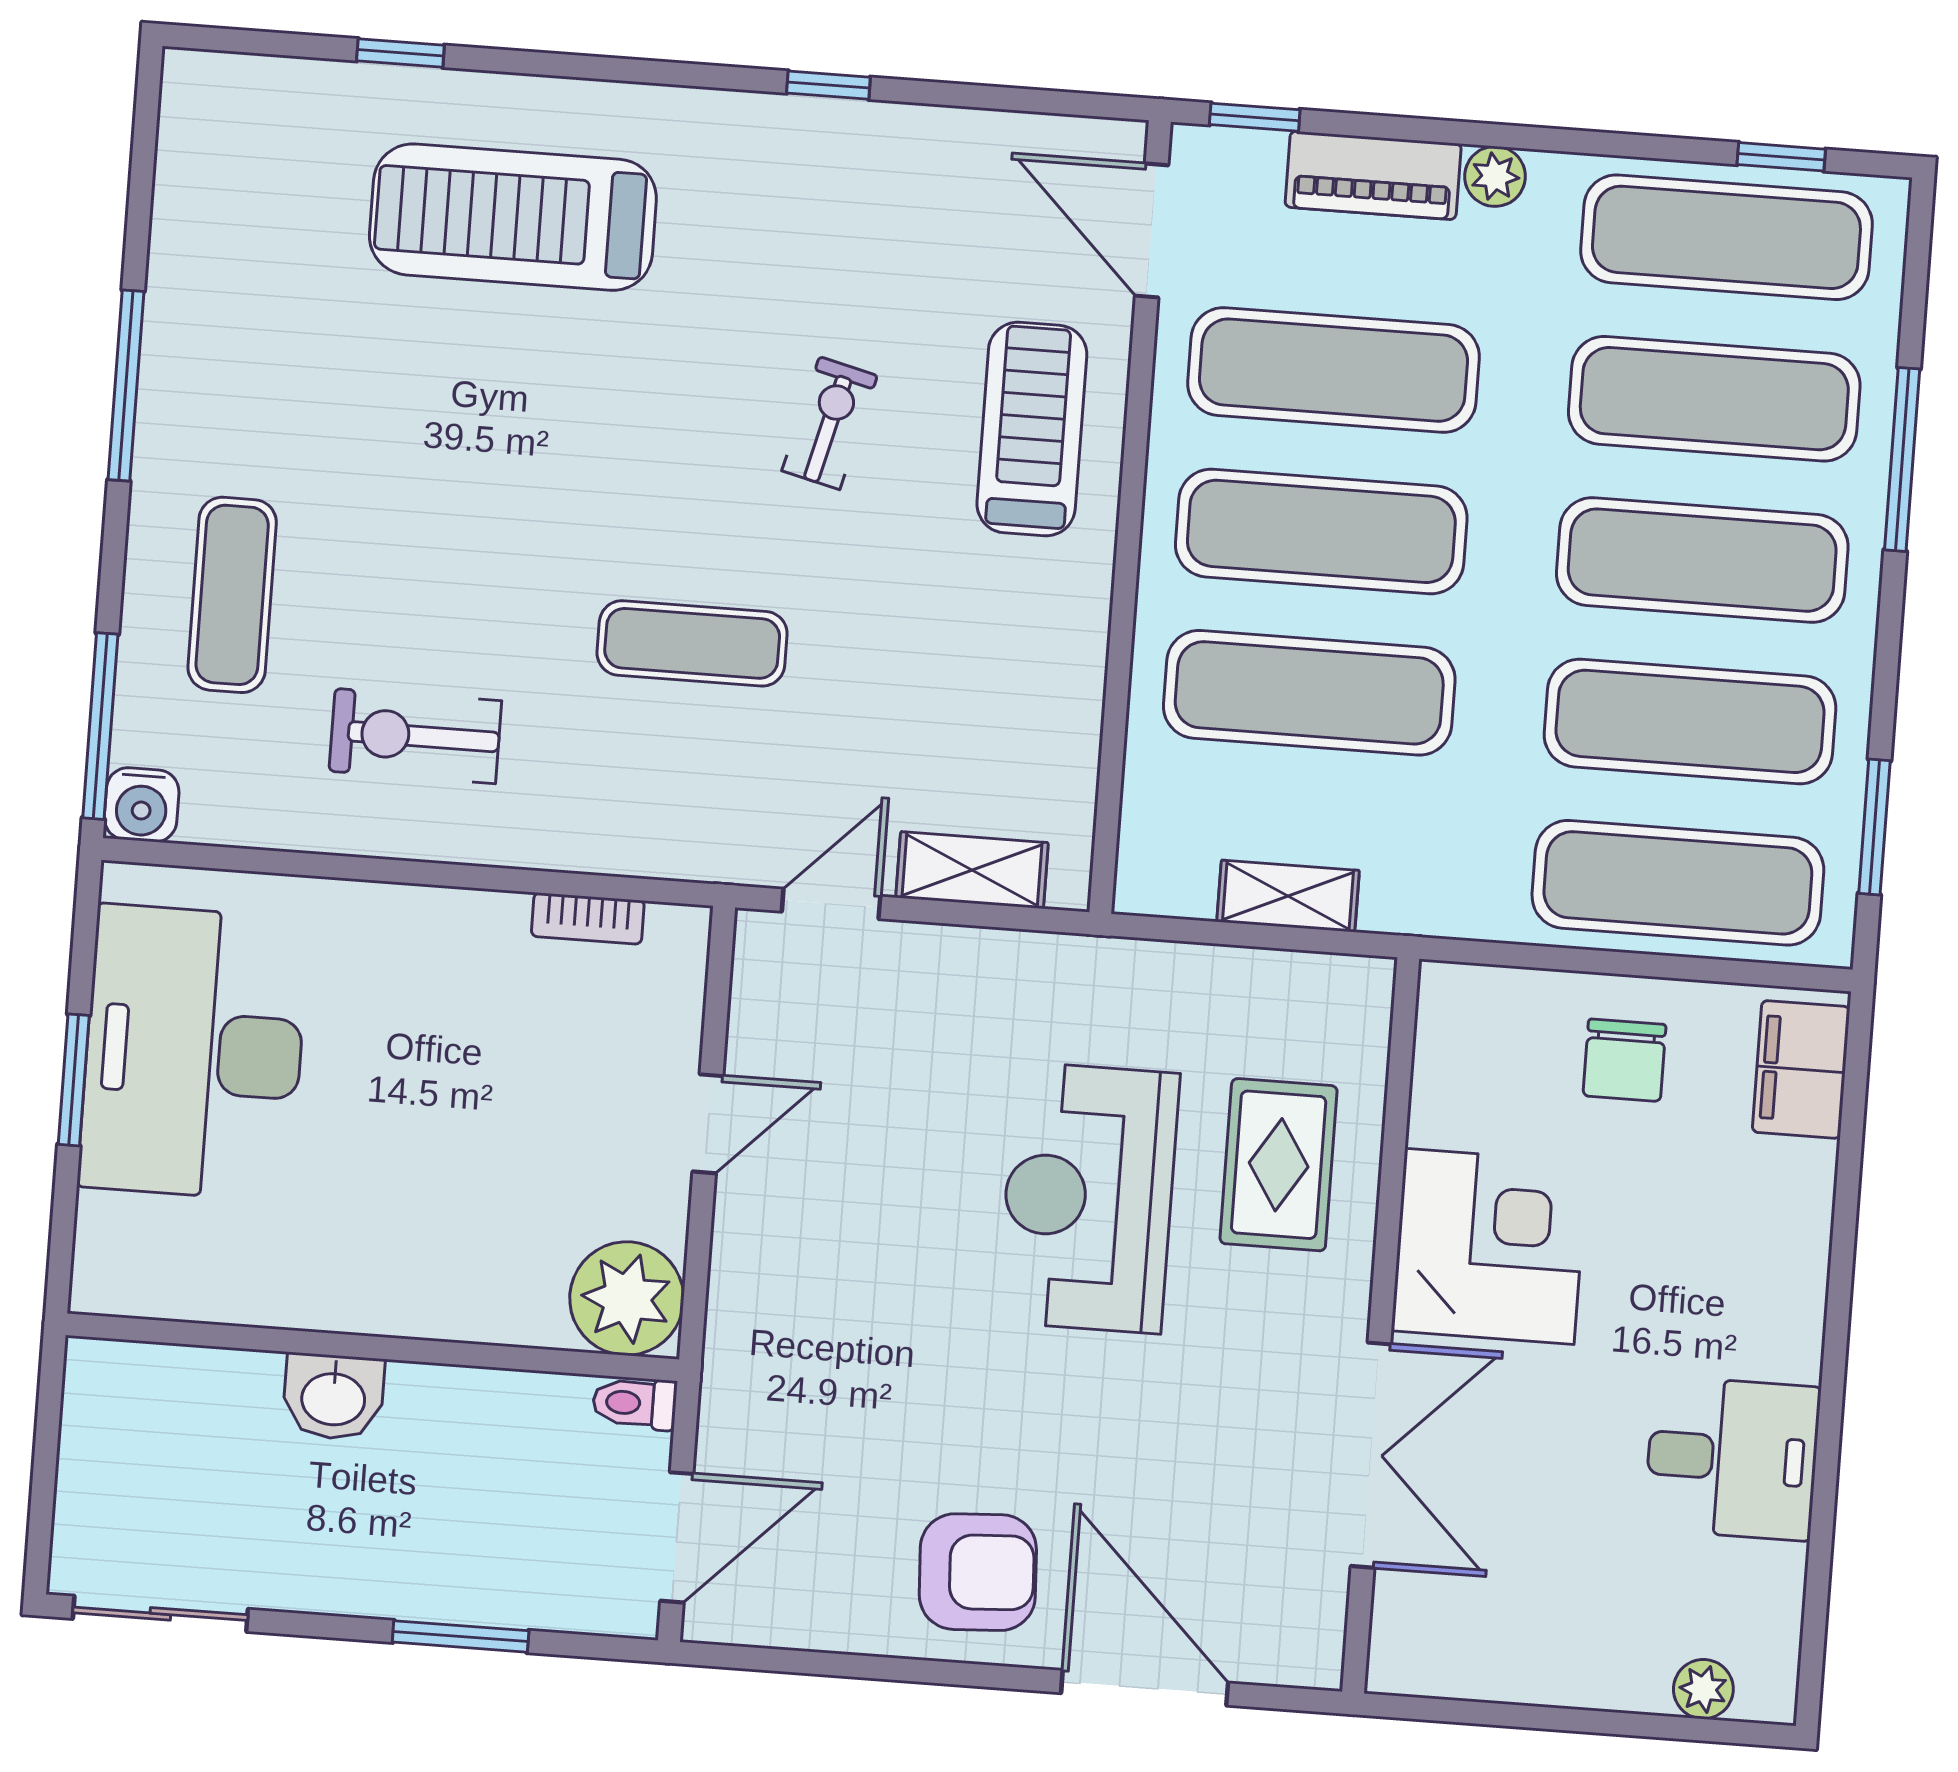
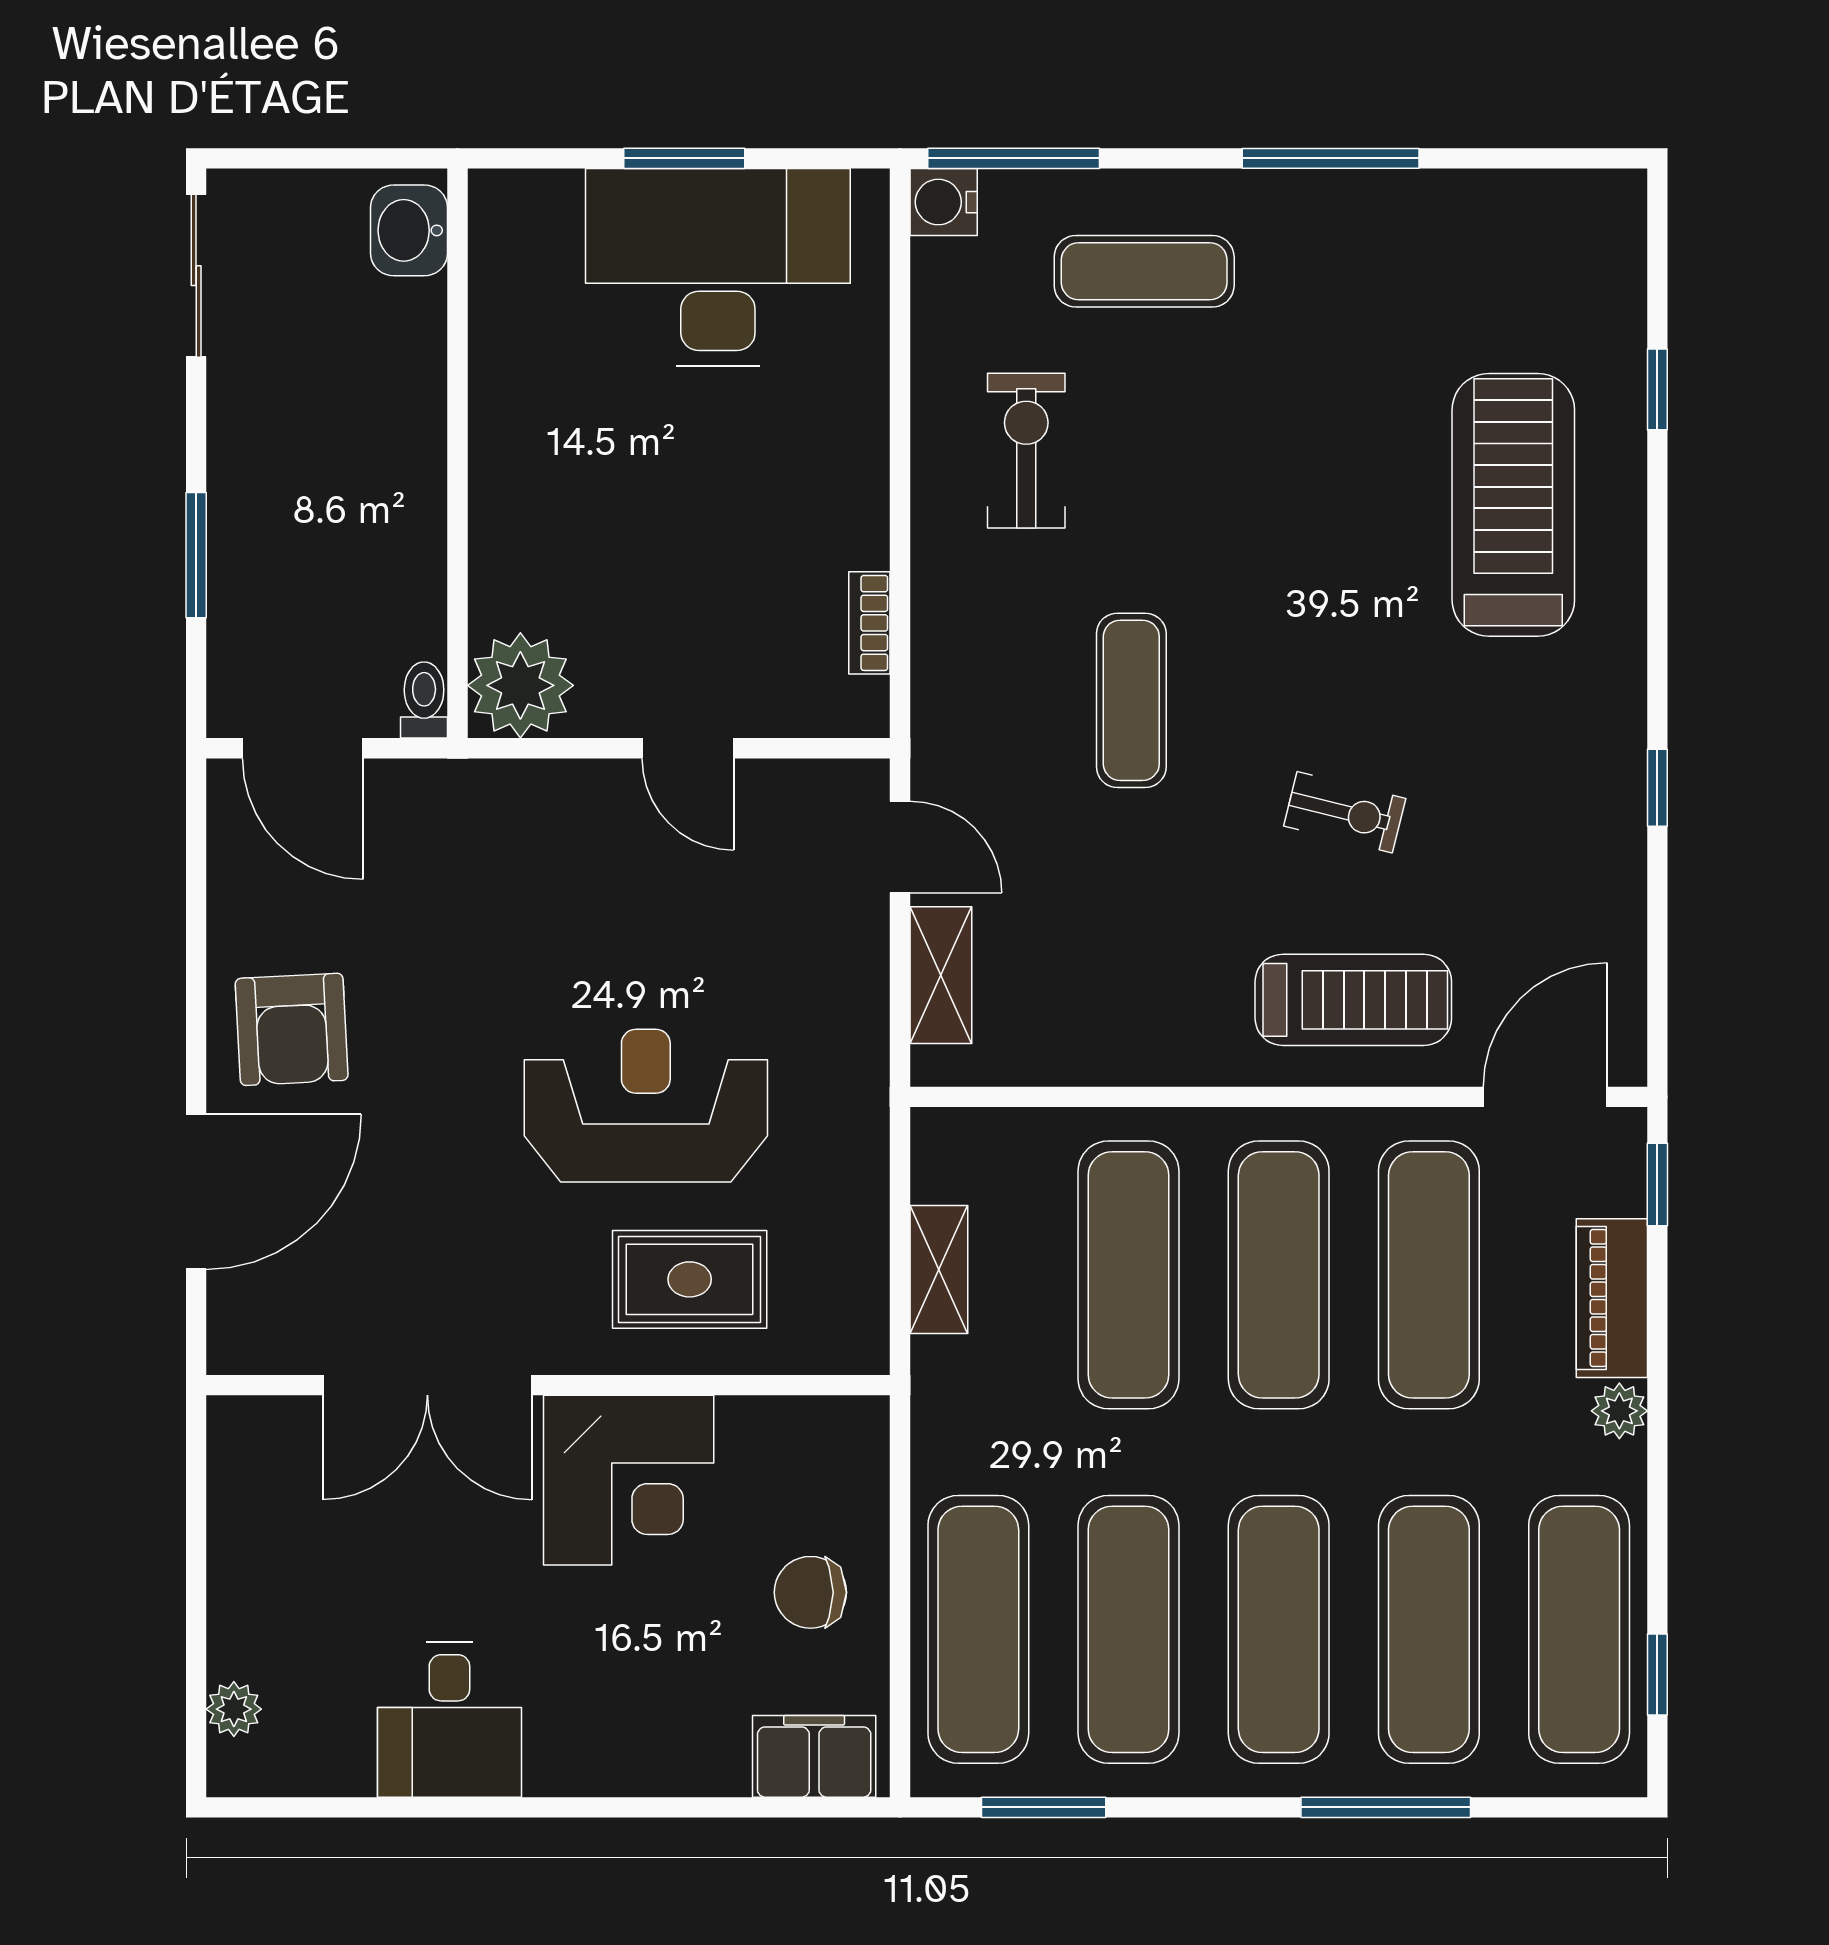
washbasin: (333, 1397) -> (409, 230), moved

